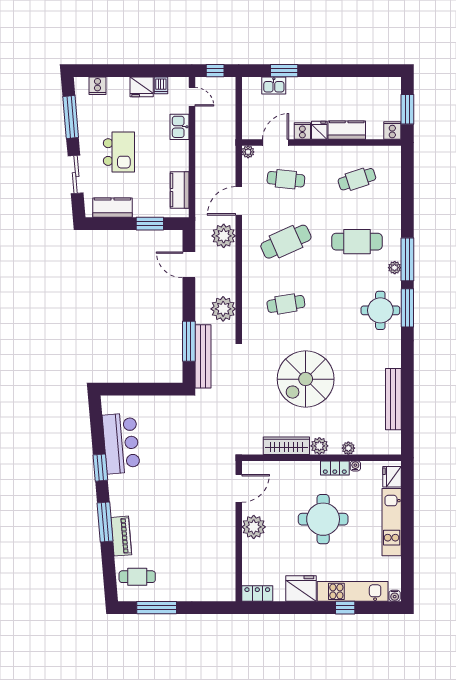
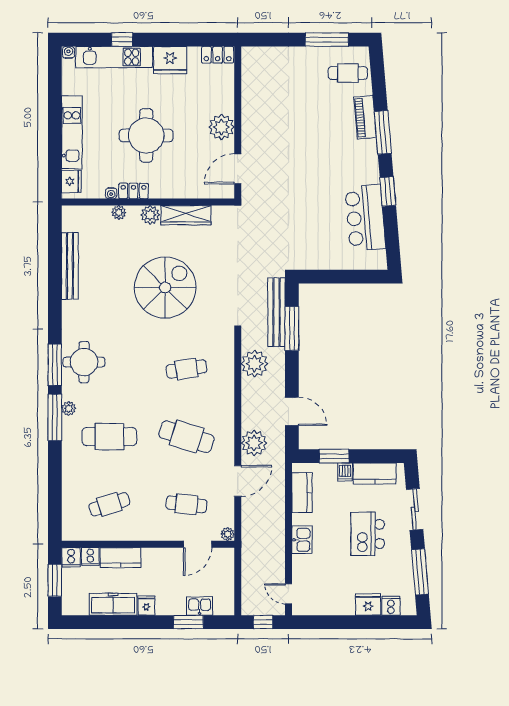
dishwasher: (161, 85) -> (345, 472), moved, turned 180
fridge: (142, 87) -> (368, 605), moved
freezer: (354, 87) -> (113, 604), added
kitchen sink: (179, 127) -> (302, 540), moved
fridge: (319, 130) -> (146, 605), moved, turned 180
cooker: (302, 131) -> (90, 557), moved
cafe table: (286, 242) -> (186, 437), turned 42

